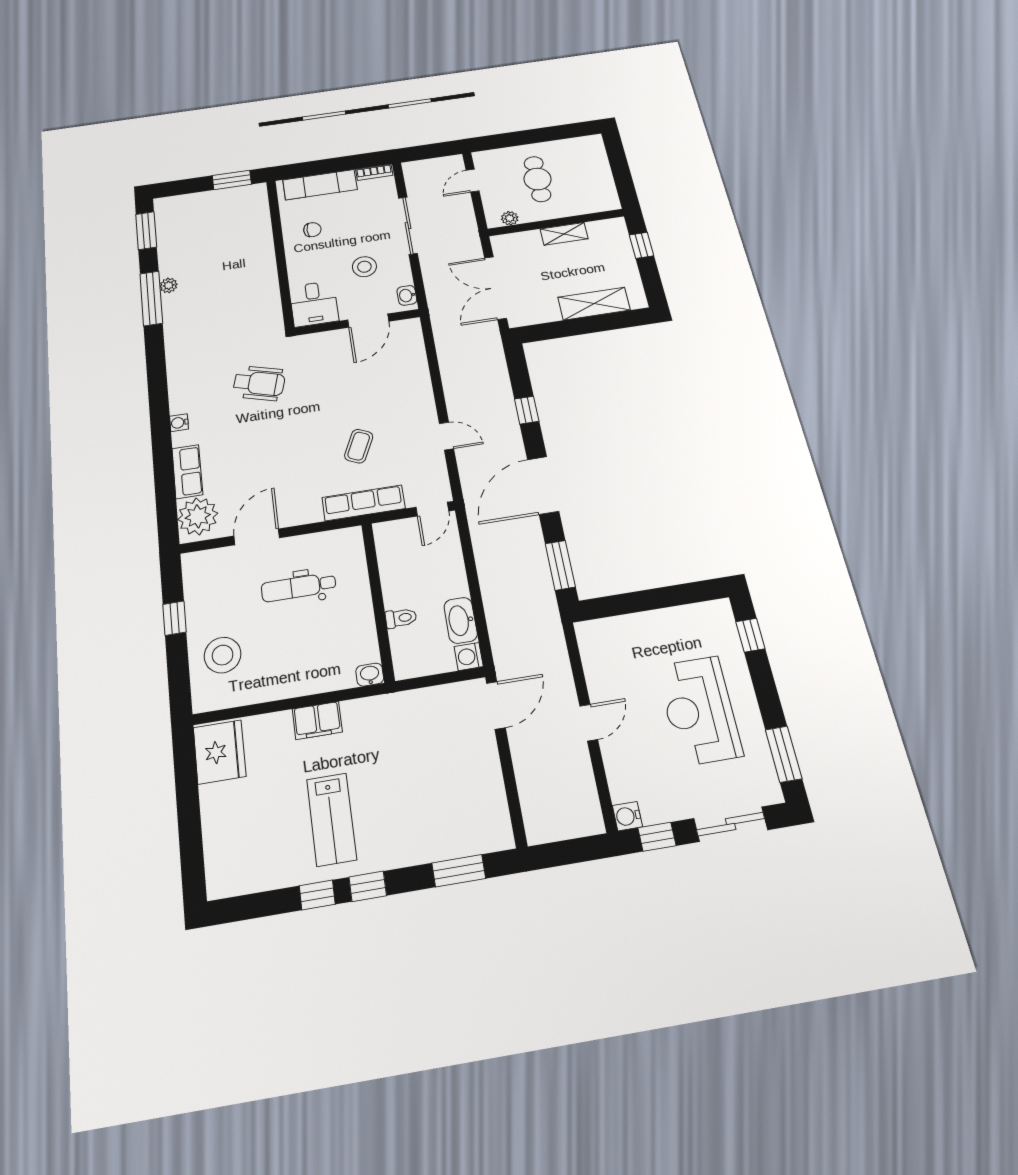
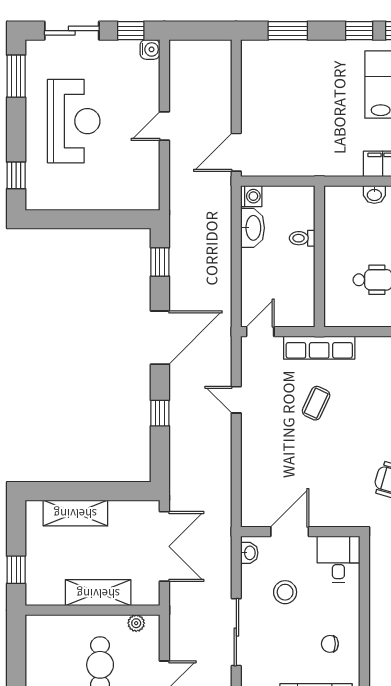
shelving: (564, 234) -> (98, 593), width x1.50, depth x1.33
window: (560, 565) -> (160, 262), width x0.67
washbasin: (370, 675) -> (374, 194), moved

